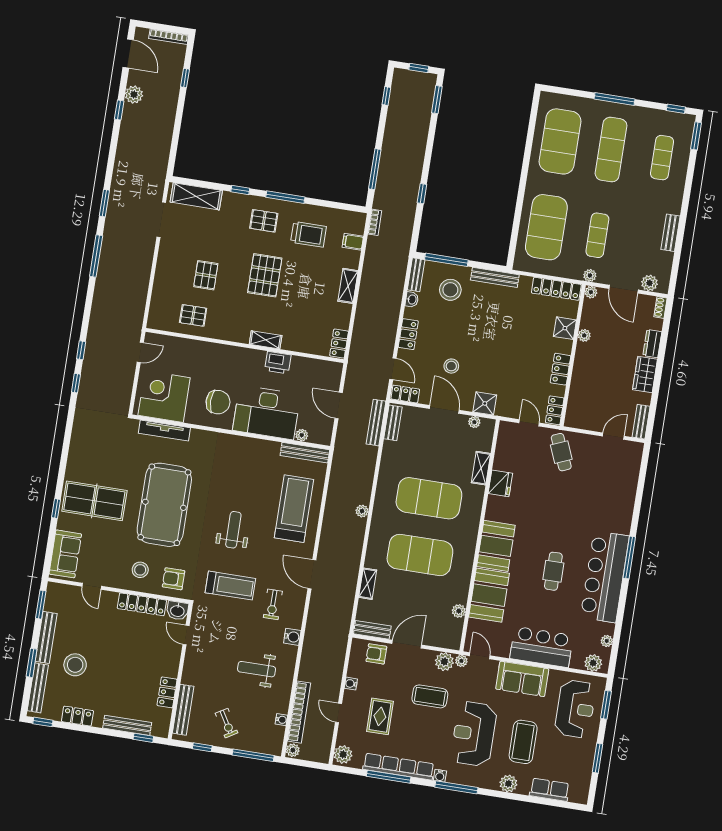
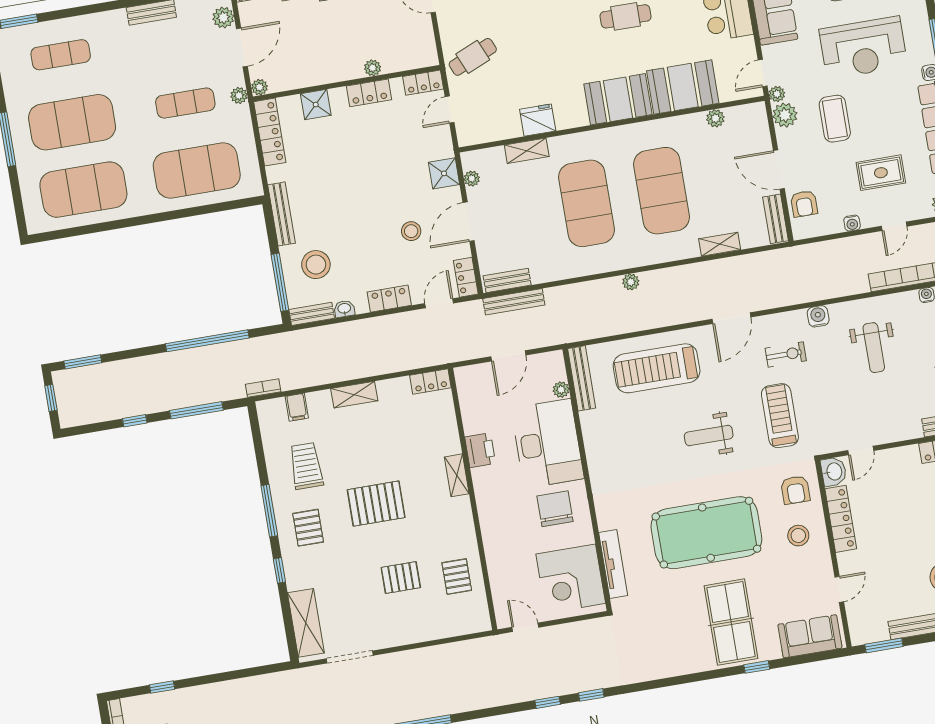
window: (386, 96) -> (135, 421), moved
exercise mat: (611, 150) -> (72, 122), width x1.47
window: (422, 194) -> (207, 341), width x3.17
plant: (584, 335) -> (372, 68), moved

